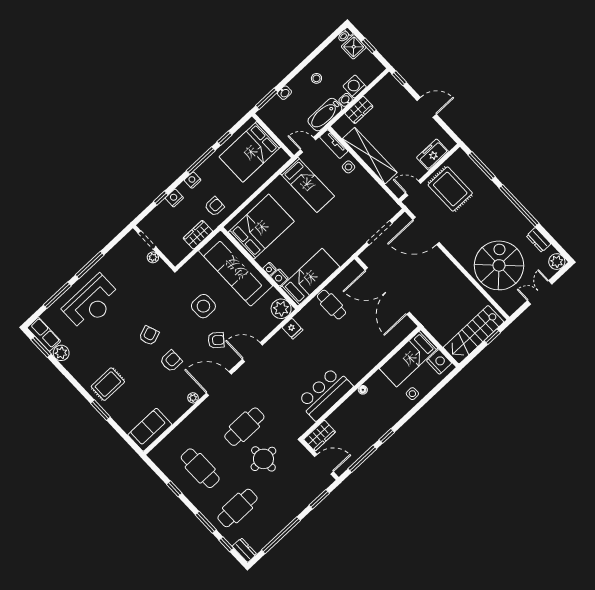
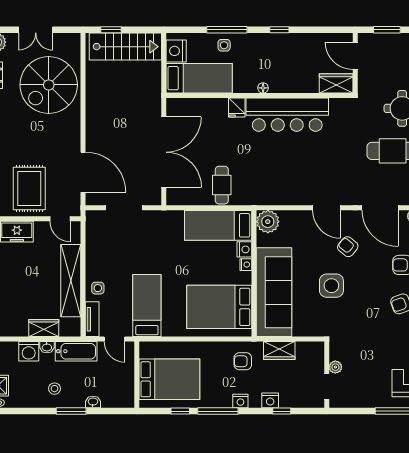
window: (267, 99) -> (71, 411), moved
fridge: (292, 329) -> (237, 107), moved, turned 180
bar counter: (325, 394) -> (287, 115), width x1.36
window: (362, 459) -> (227, 30), moved

